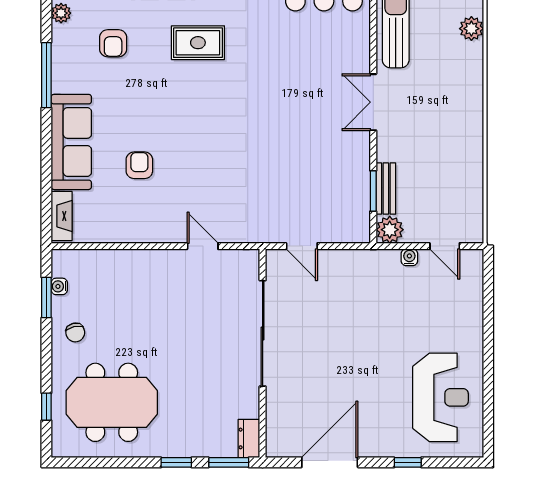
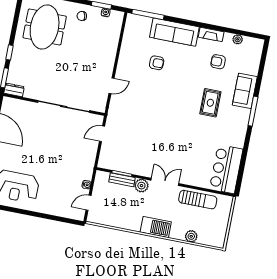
window: (46, 75) -> (148, 14), moved
barbecue: (467, 103) -> (156, 227), added
fireplace: (62, 216) -> (211, 34), moved
plant: (390, 230) -> (141, 186), moved

